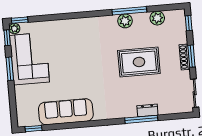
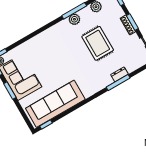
rug: (139, 62) -> (98, 43), turned 90
sofa: (66, 112) -> (55, 104), width x1.36, depth x1.27

